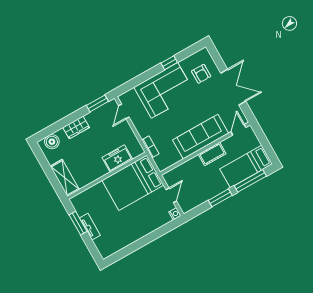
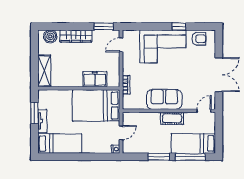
armchair: (201, 74) -> (199, 39), moved, turned -90
wardrobe: (76, 127) -> (76, 36), width x1.50
sofa: (201, 137) -> (164, 99), width x0.73
bed: (119, 239) -> (60, 144), added

